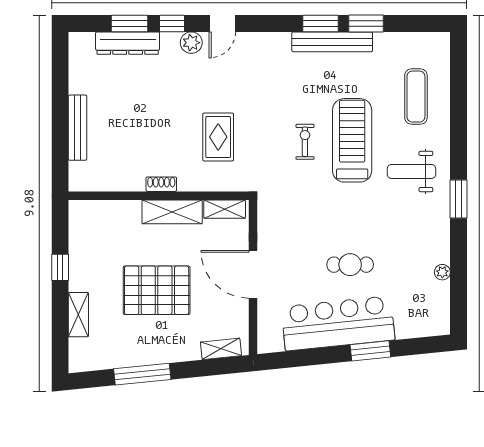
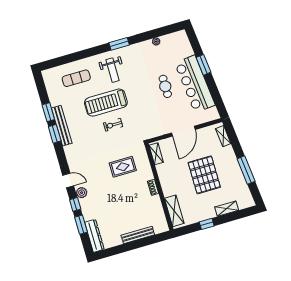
dresser: (128, 43) -> (94, 236), moved
shelving: (172, 212) -> (174, 211), moved

